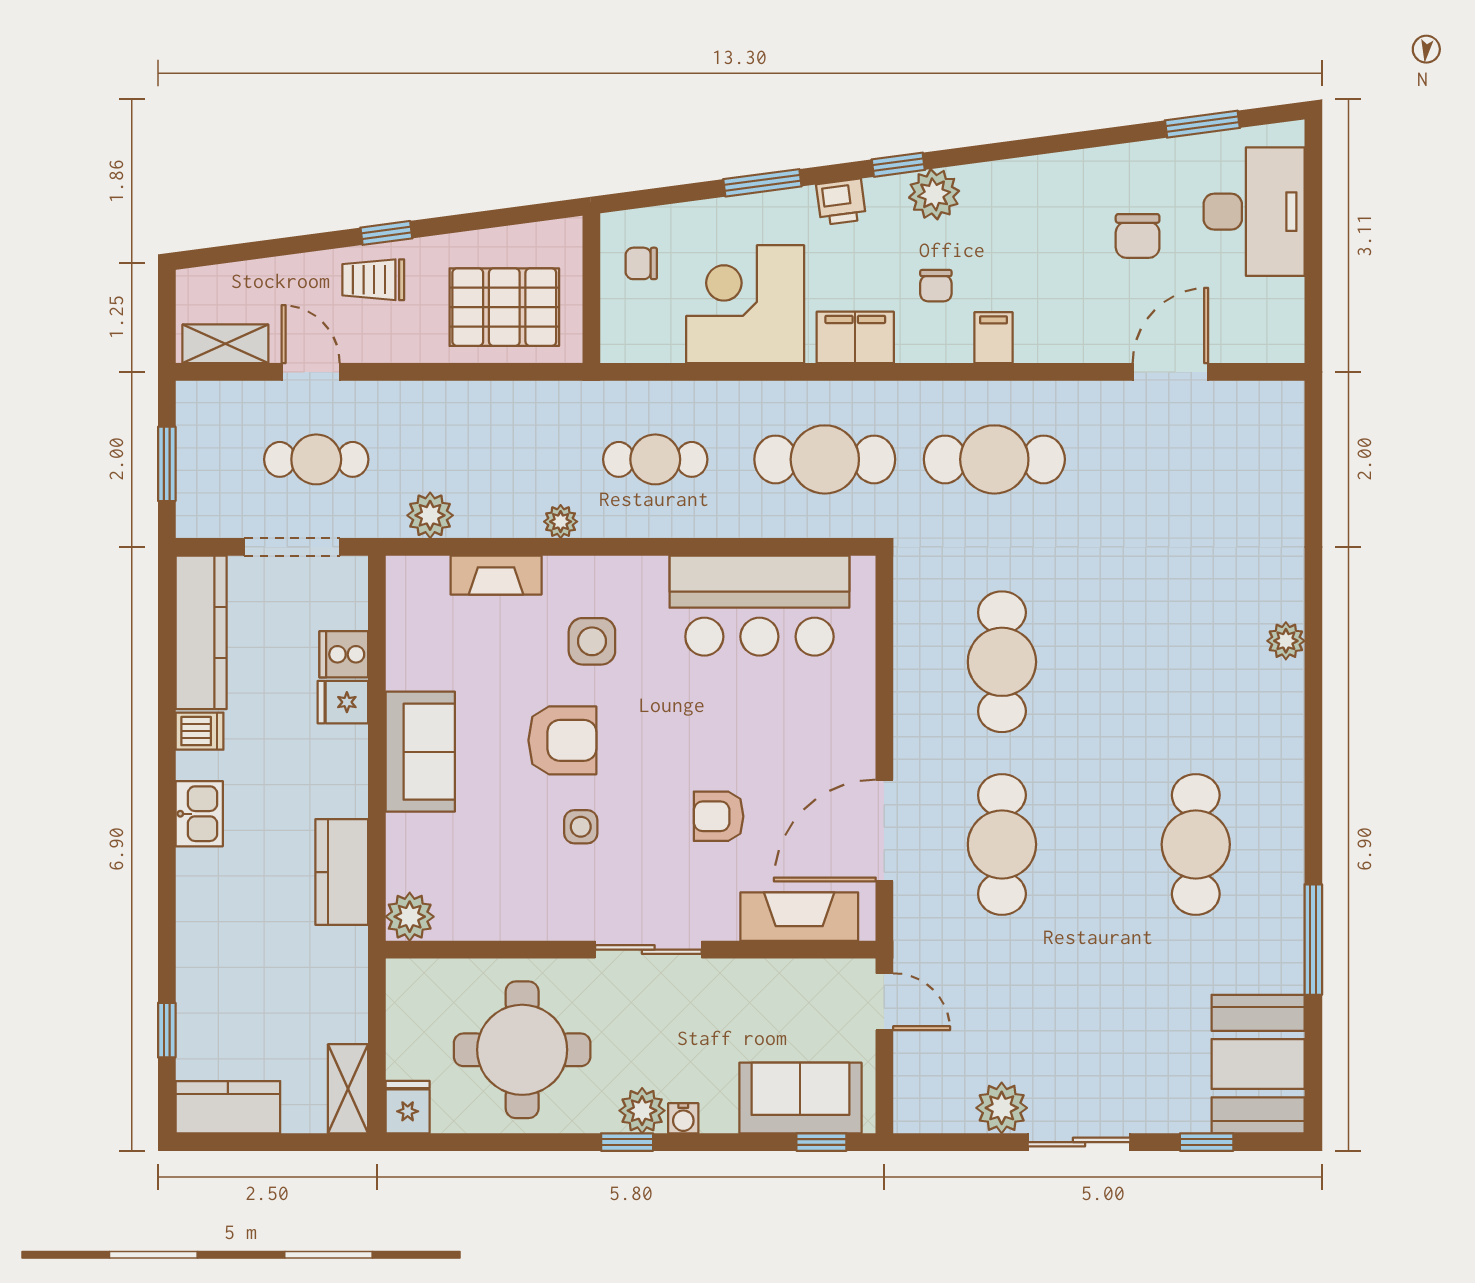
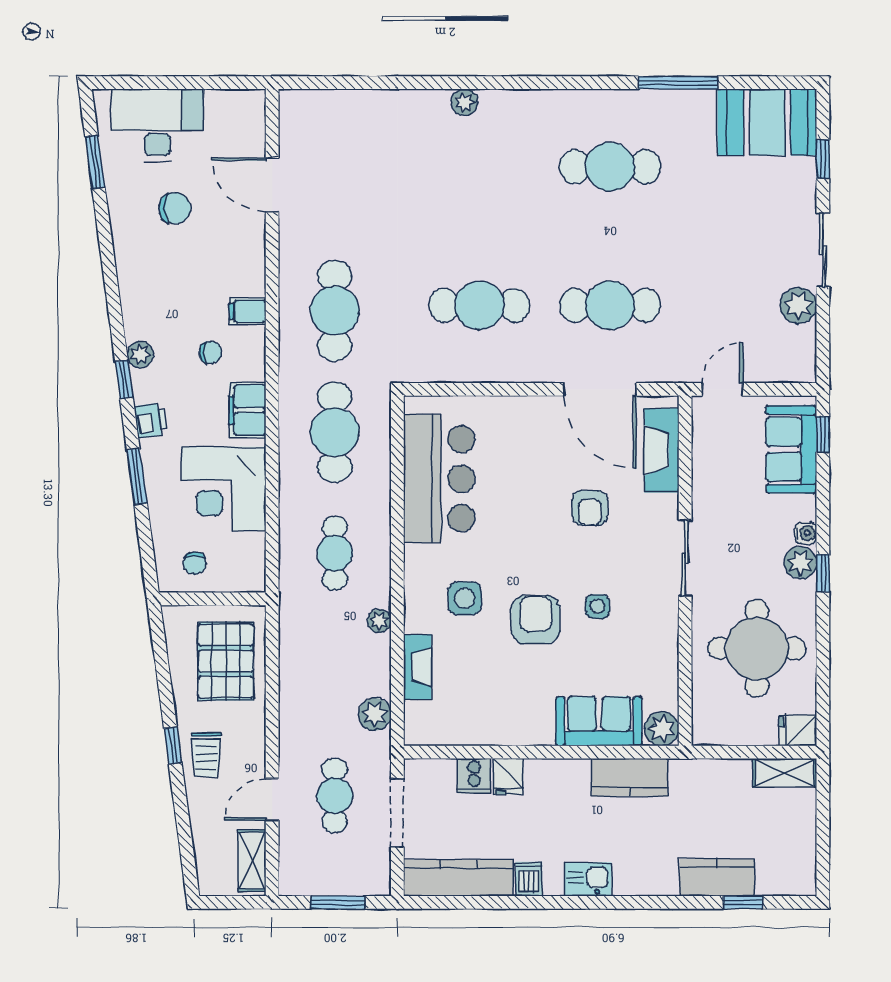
plant: (934, 194) -> (140, 354), width x0.73, depth x0.73
sofa: (420, 752) -> (599, 721), moved
kitchen counter: (228, 1107) -> (717, 877), moved, turned 90

